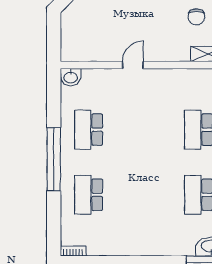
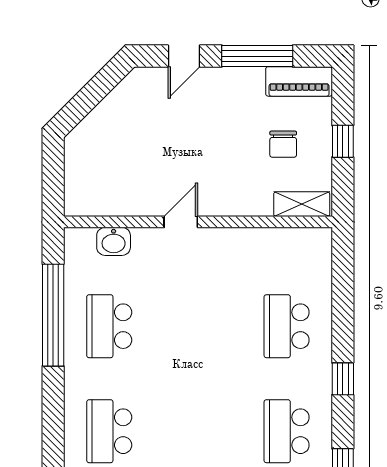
washbasin: (71, 77) -> (114, 241), moved
window: (54, 159) -> (53, 315), moved

